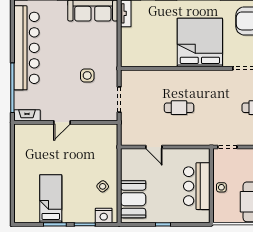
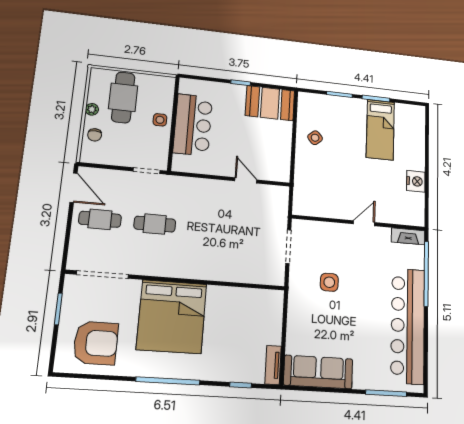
cafe table: (179, 108) -> (155, 224), moved
booth: (133, 199) -> (270, 103), moved, turned 90
nightstand: (104, 216) -> (416, 181), moved, turned 90

